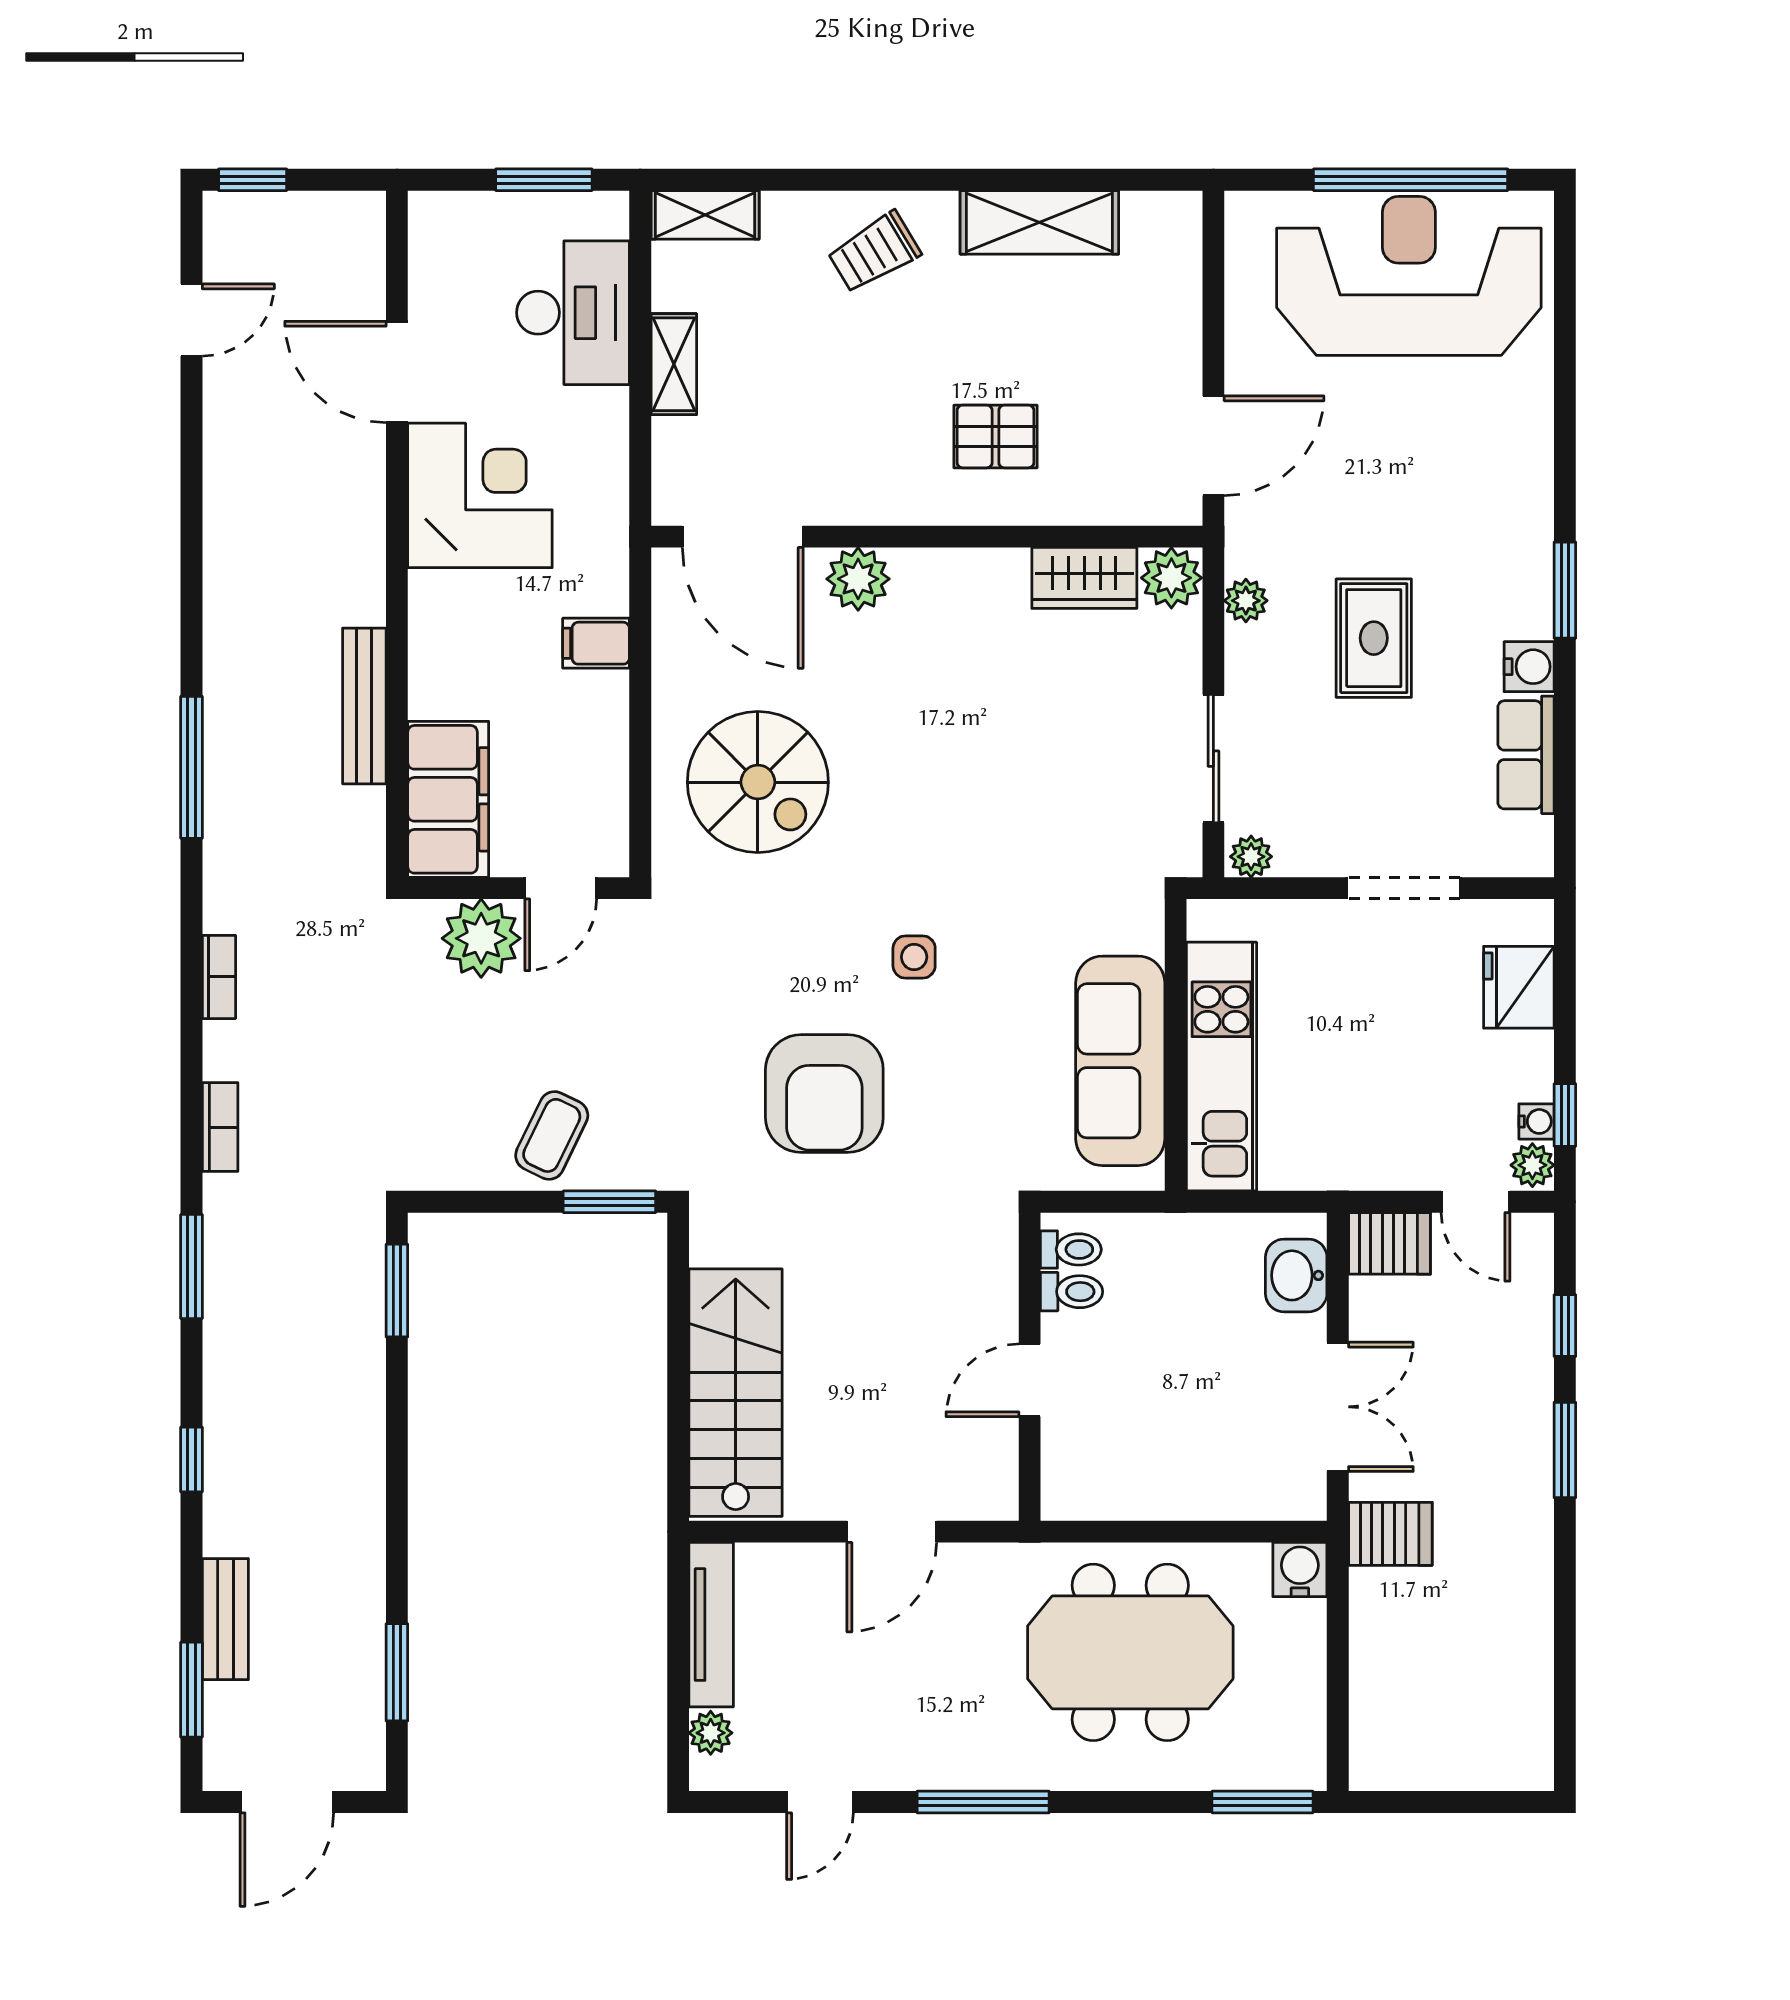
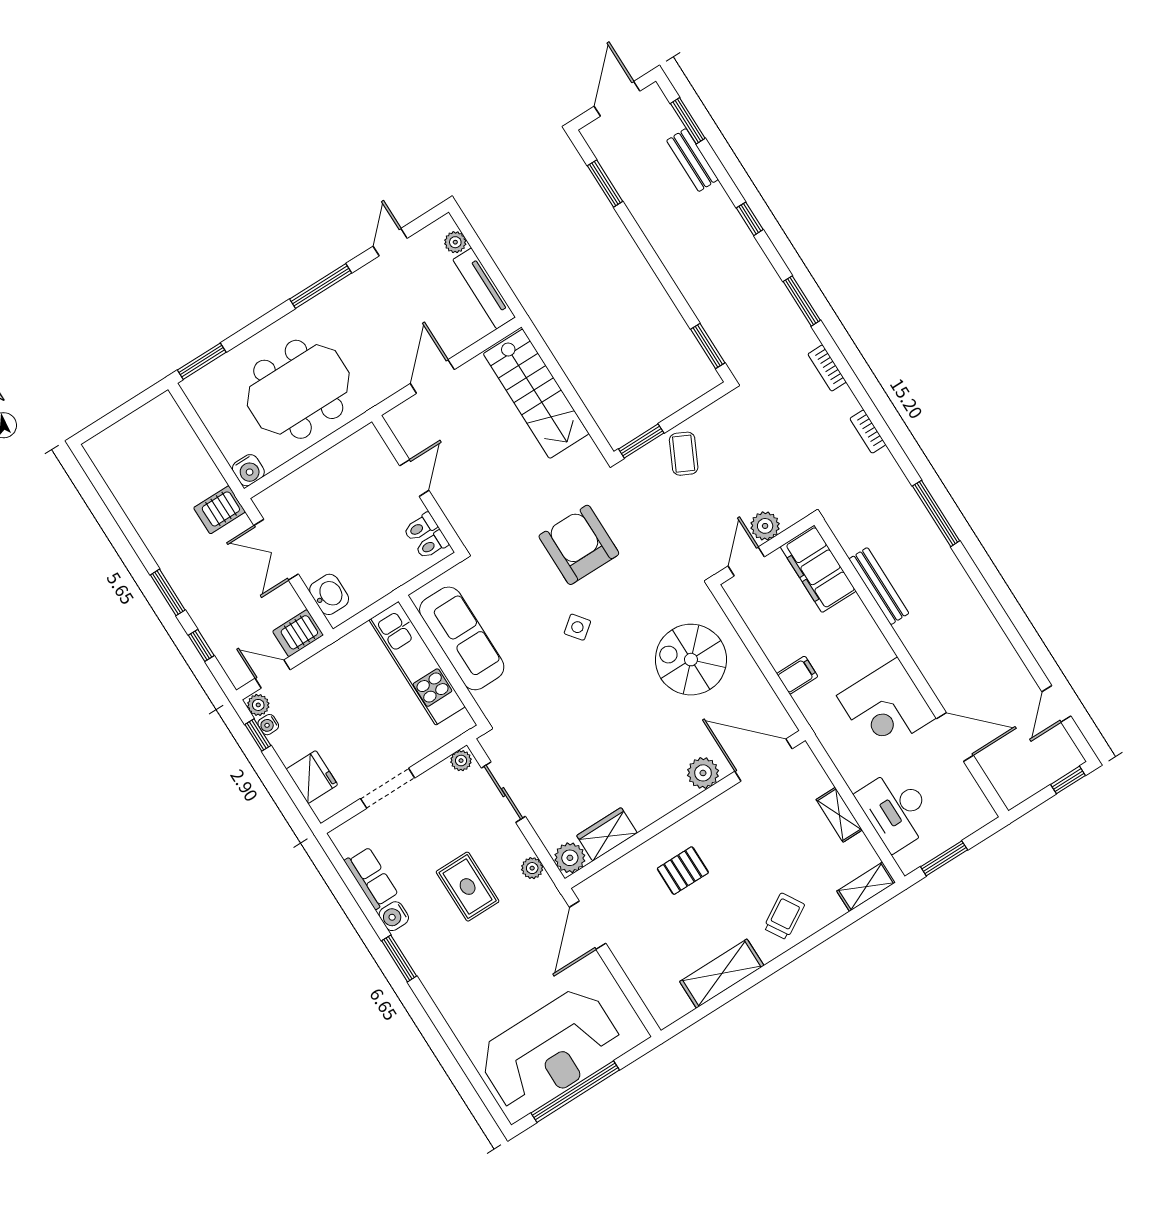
plant: (481, 938) -> (765, 526), width x0.73, depth x0.73
side table: (914, 957) -> (577, 627), turned -38

